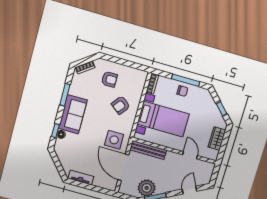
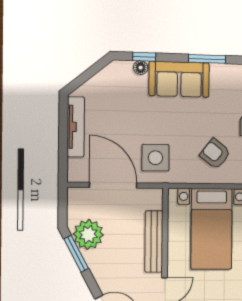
bench: (148, 150) -> (154, 241), moved
door: (123, 167) -> (113, 185), hinge flipped
tv unit: (81, 177) -> (76, 127), width x1.41

